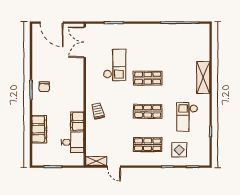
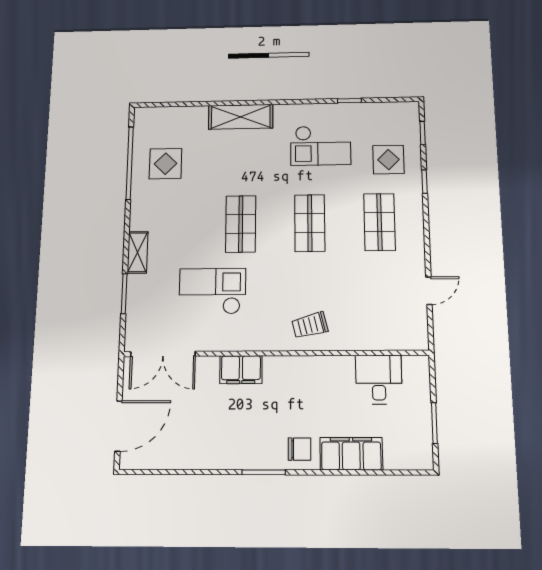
display table: (179, 41) -> (165, 164), added
chair: (44, 87) -> (299, 449), moved
filing cabinet: (77, 121) -> (241, 370), moved
shelving: (96, 161) -> (138, 252), moved

